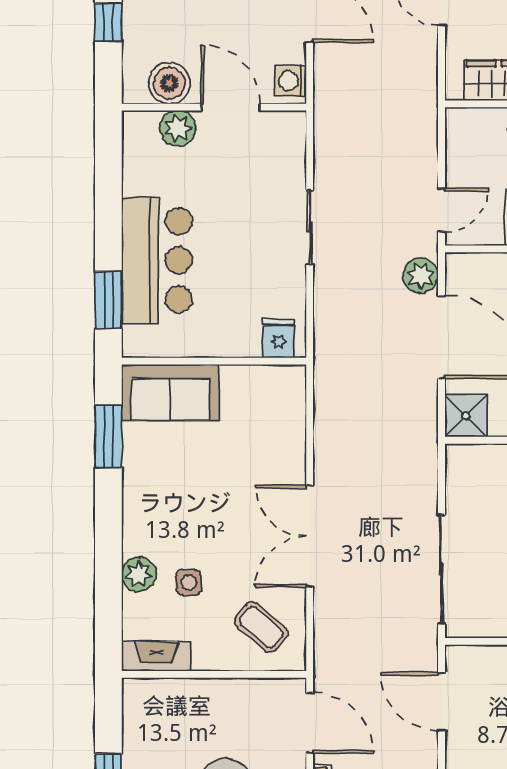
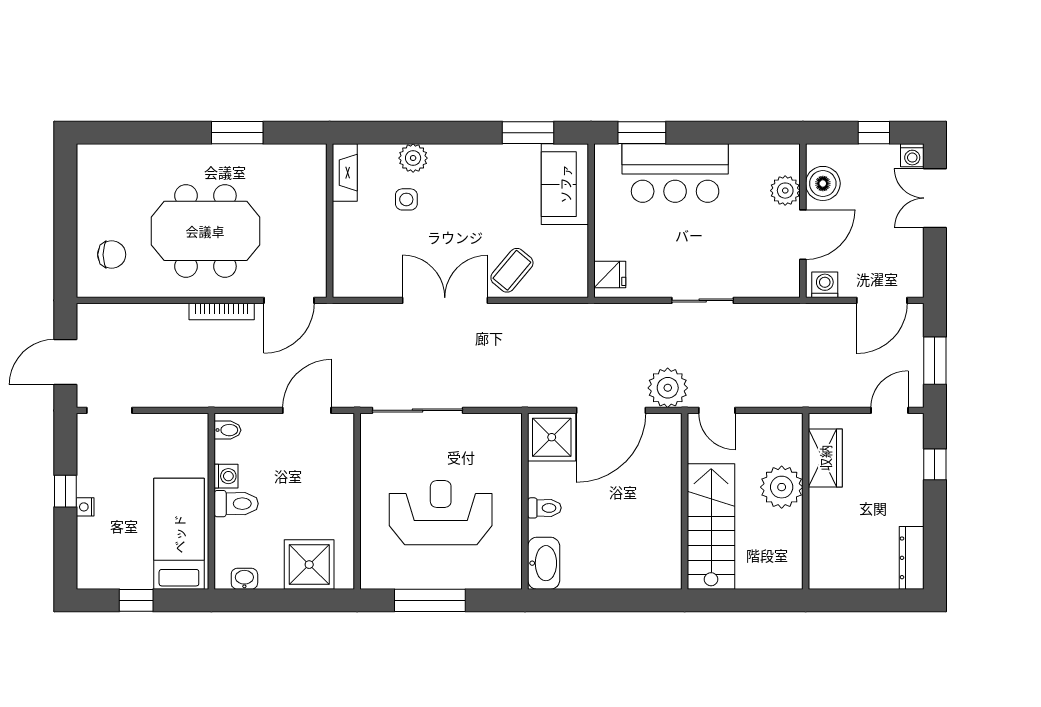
plant: (421, 275) -> (668, 388), width x1.36, depth x1.36
shower: (466, 416) -> (552, 437), width x1.36, depth x1.36
coffee table: (261, 627) -> (512, 270), moved

